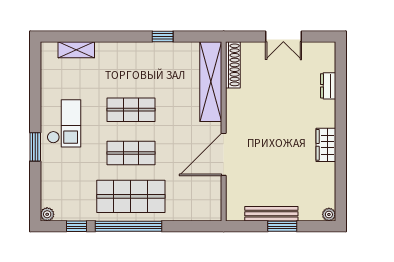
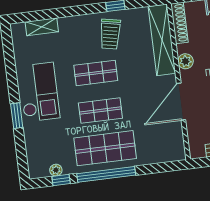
trolley: (153, 68) -> (110, 34), added
plant: (234, 109) -> (185, 61), added
checkout: (64, 123) -> (39, 92), width x1.36, depth x1.21
plant: (47, 214) -> (56, 170), moved

